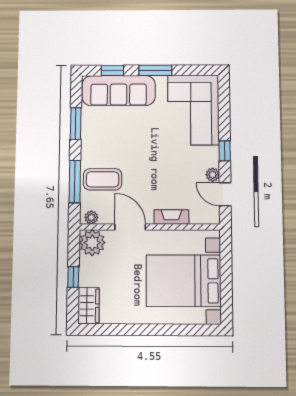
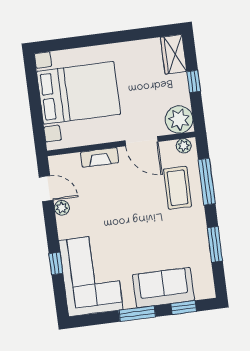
sofa: (119, 91) -> (163, 288), width x0.73
window: (225, 151) -> (56, 263), moved
coffee table: (103, 179) -> (178, 188), turned 90

